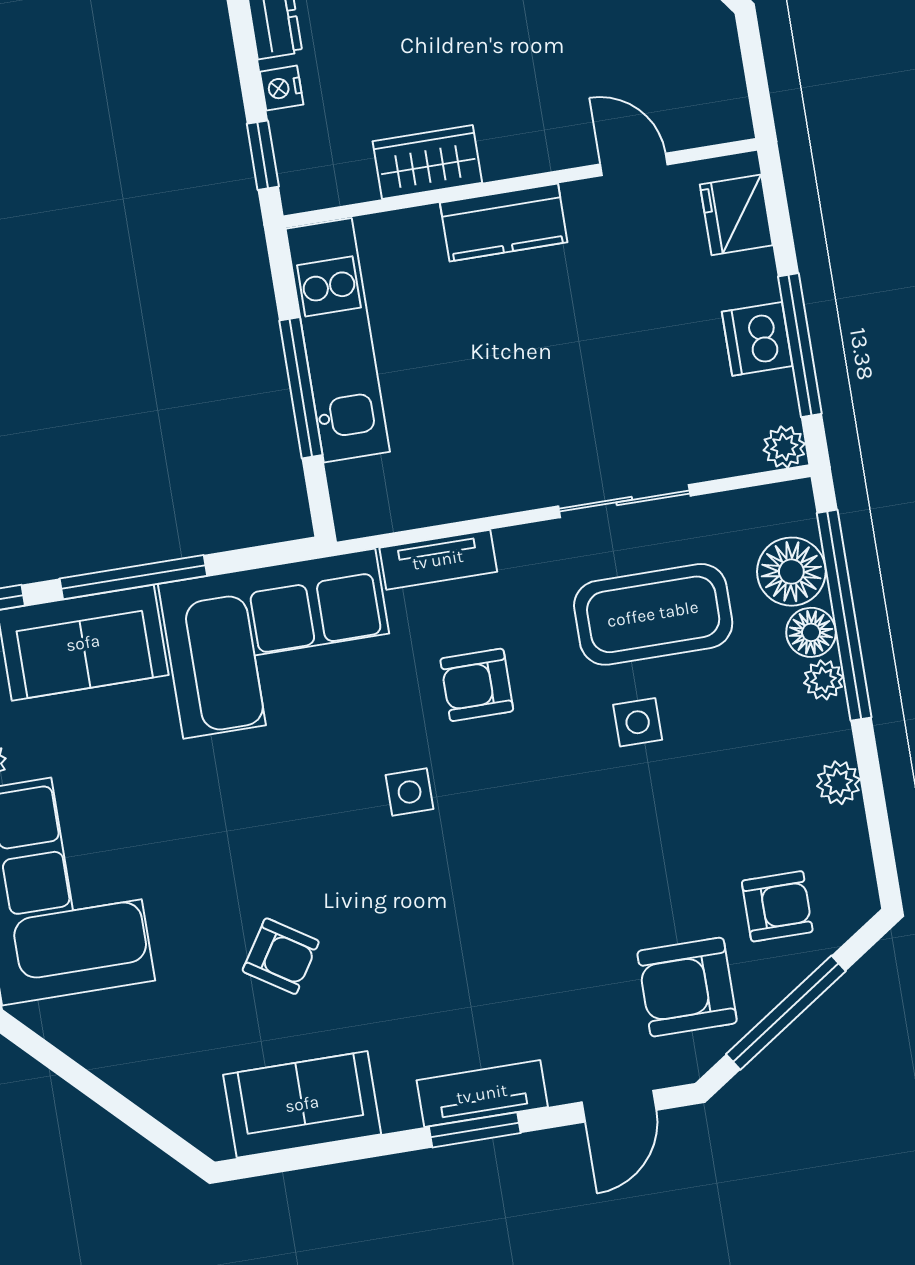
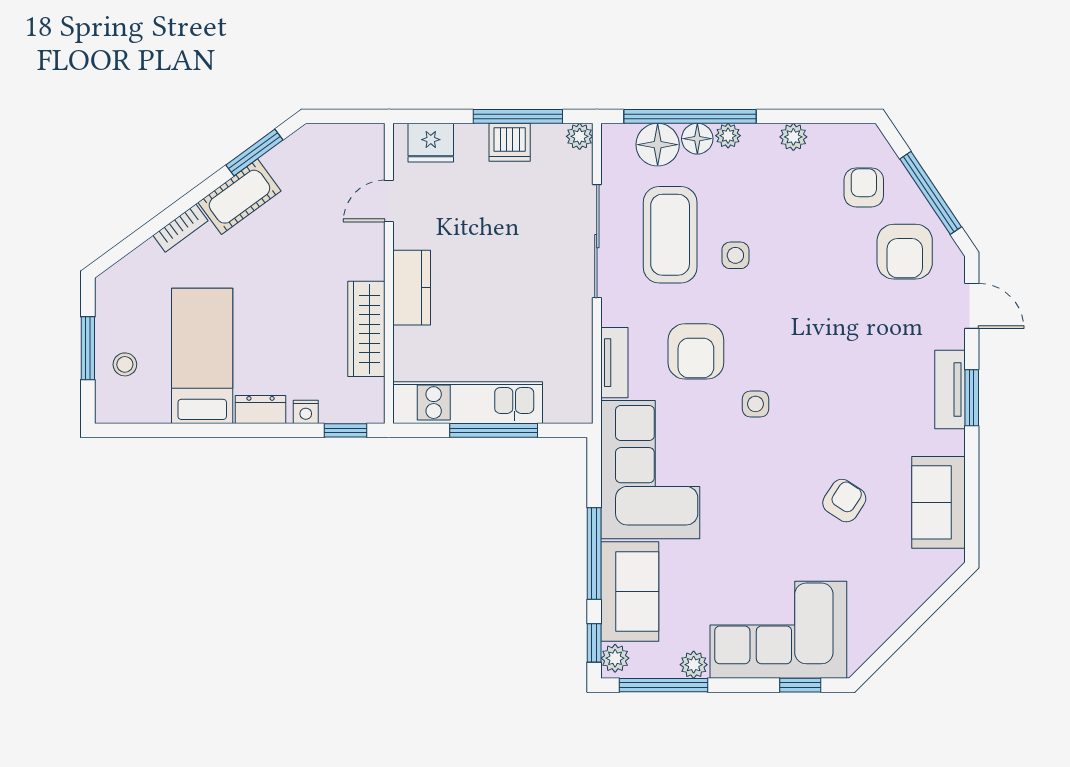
wardrobe: (427, 162) -> (366, 329), width x1.50
sliding door: (624, 501) -> (597, 241), width x1.37
armchair: (477, 685) -> (696, 351), width x1.38, depth x1.38

